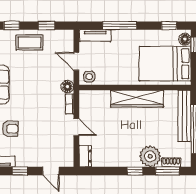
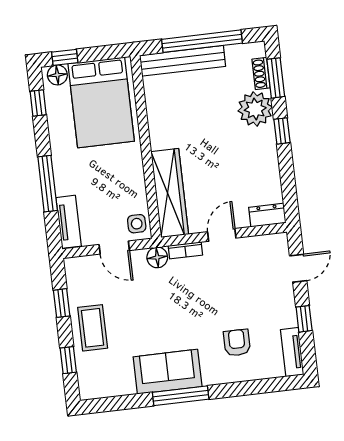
door: (76, 61) -> (114, 248), hinge flipped
wardrobe: (137, 99) -> (170, 193), moved

